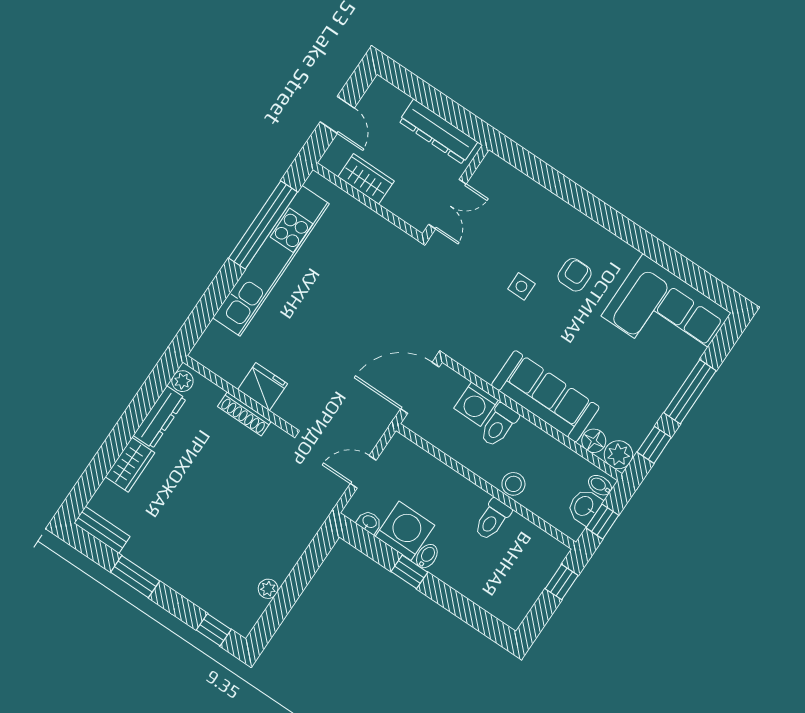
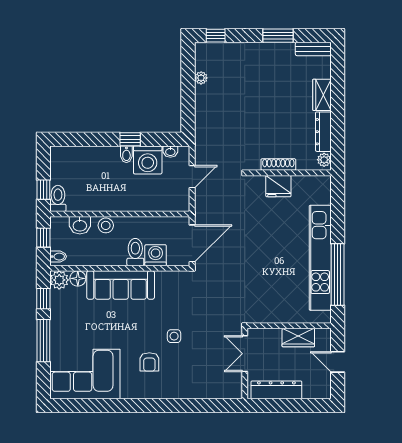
washbasin: (584, 506) -> (80, 225), moved, turned 90
toilet: (492, 519) -> (58, 198), moved

